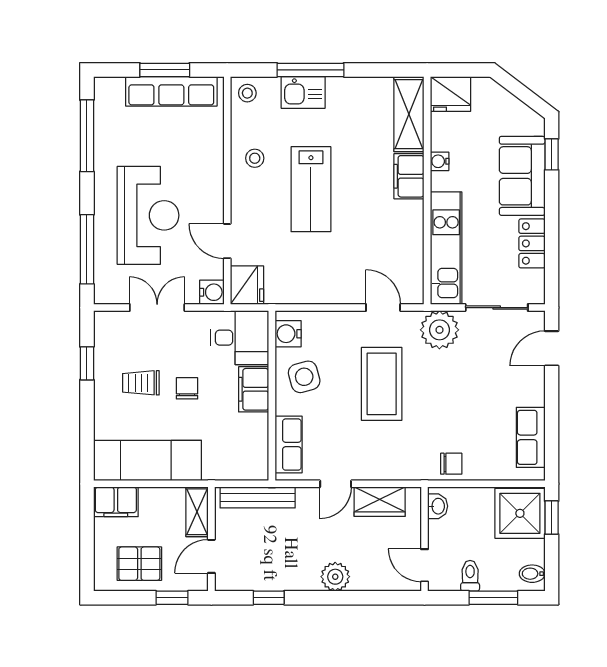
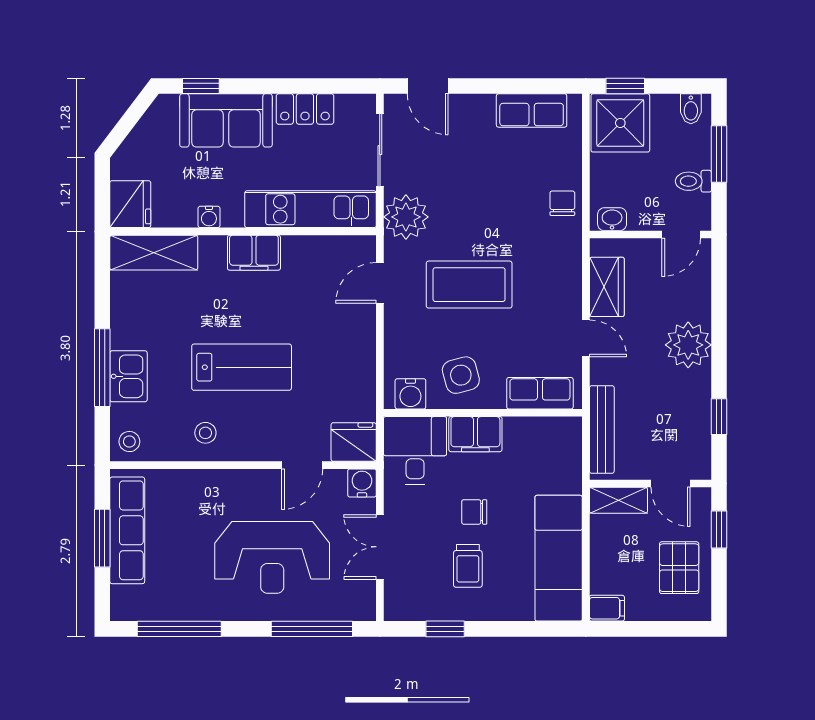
filing cabinet: (409, 176) -> (254, 253), moved
reception desk: (148, 215) -> (272, 557), turned 180
filing cabinet: (116, 502) -> (607, 608), width x0.50
plant: (335, 577) -> (688, 345), width x1.36, depth x1.36

